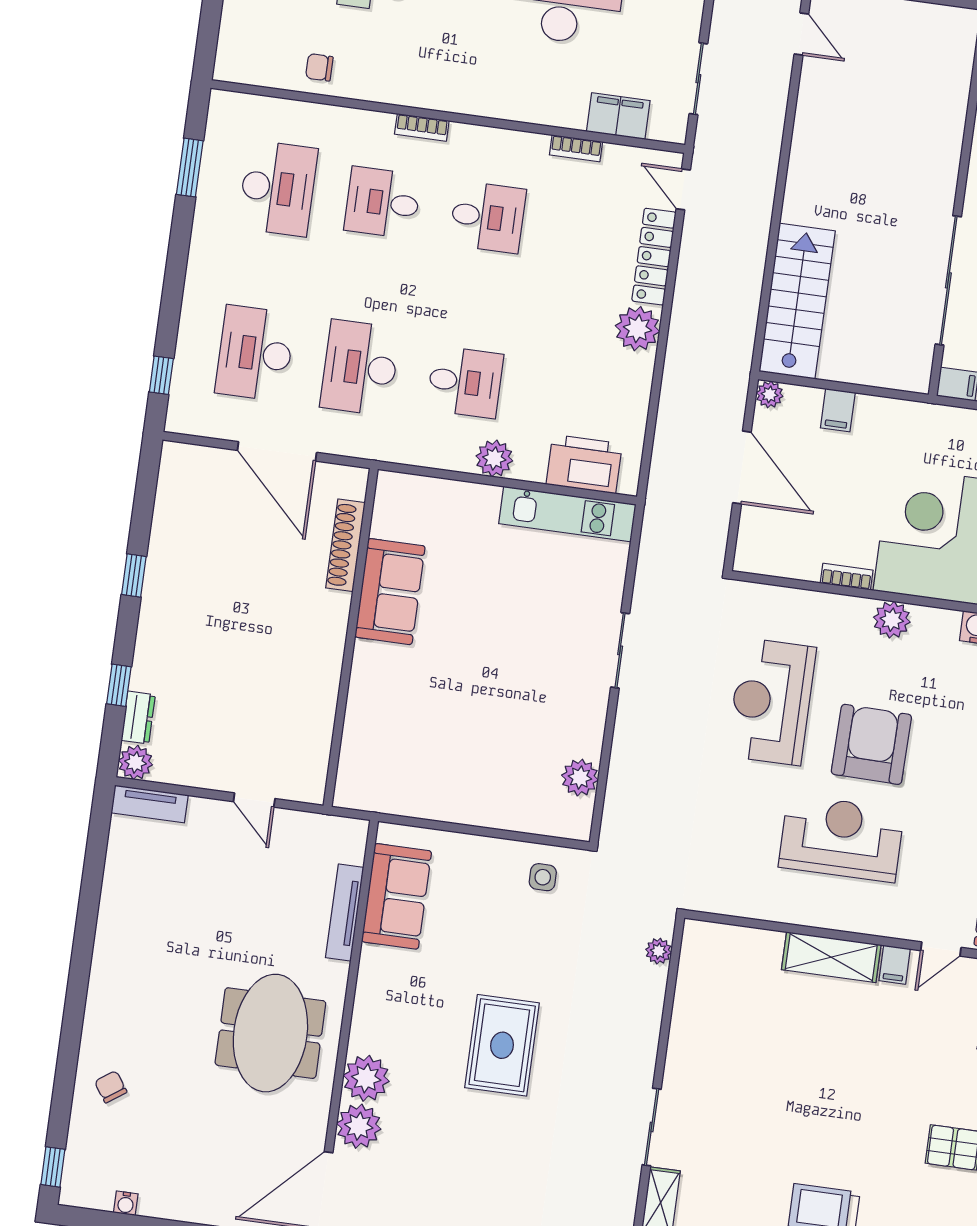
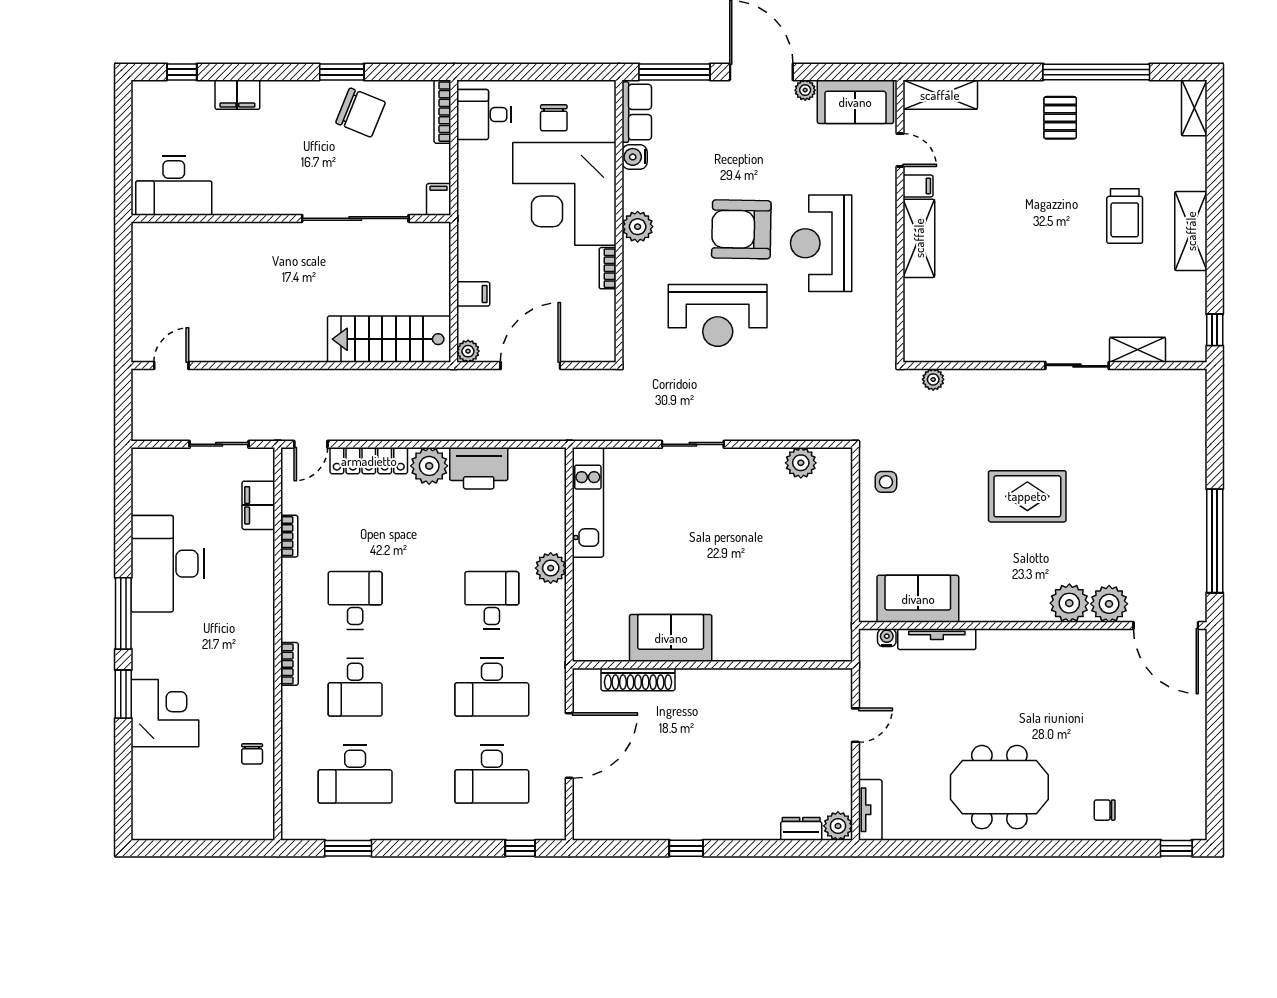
desk: (278, 188) -> (355, 774), turned 180
printer: (584, 464) -> (479, 468), moved, turned -90
window: (119, 685) -> (777, 848), removed
meeting table: (270, 1033) -> (999, 787), moved
chair: (111, 1087) -> (1105, 810), turned 35
water cooler: (126, 1203) -> (887, 638), moved, turned -90

